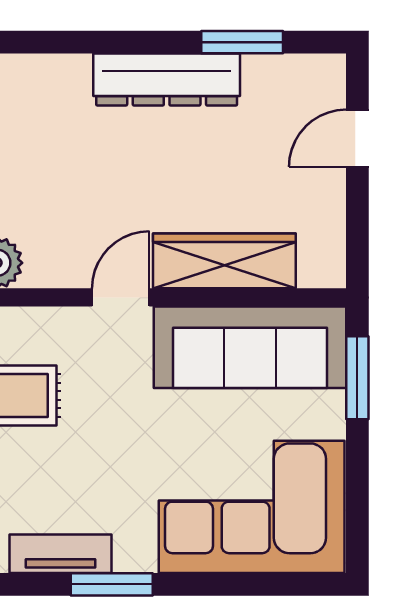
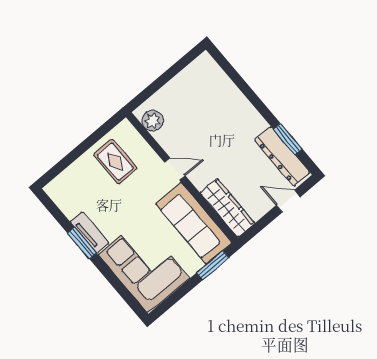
dresser: (167, 79) -> (282, 156), moved
wardrobe: (224, 261) -> (228, 208), moved
tv unit: (61, 554) -> (90, 232), moved

